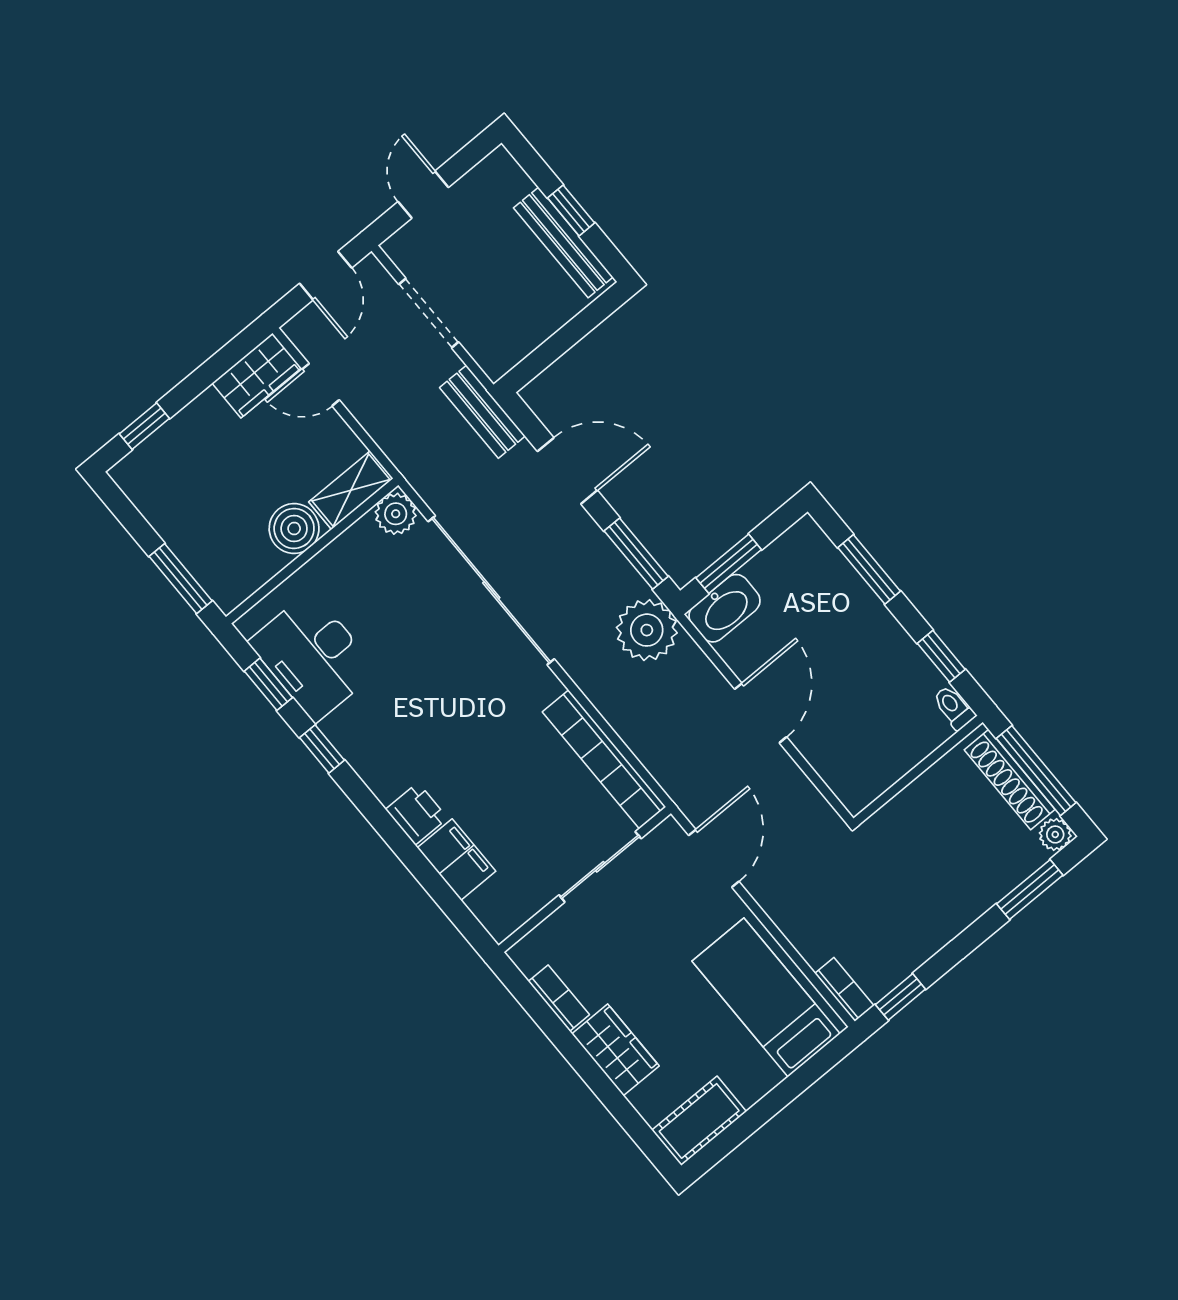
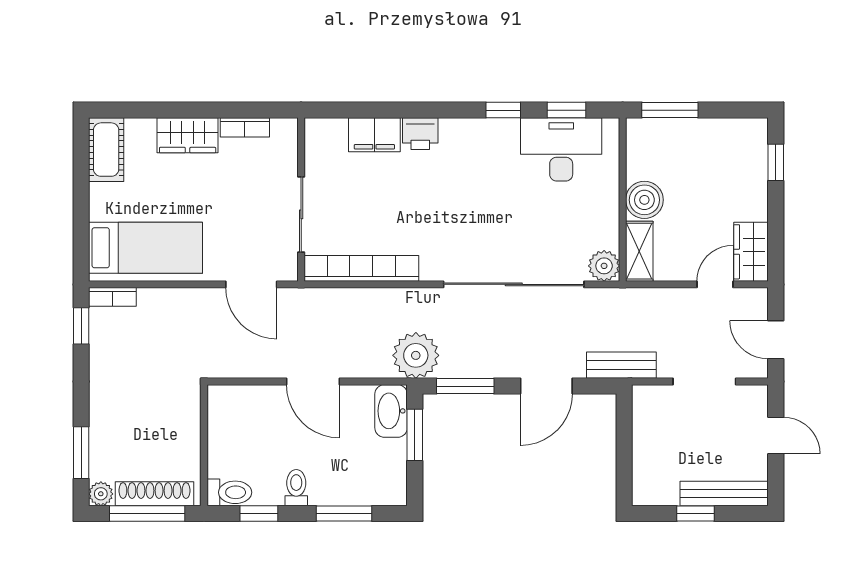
bench: (563, 243) -> (724, 494), moved
toilet: (883, 640) -> (296, 488), added
toilet: (954, 708) -> (229, 492), width x1.37, depth x1.39

